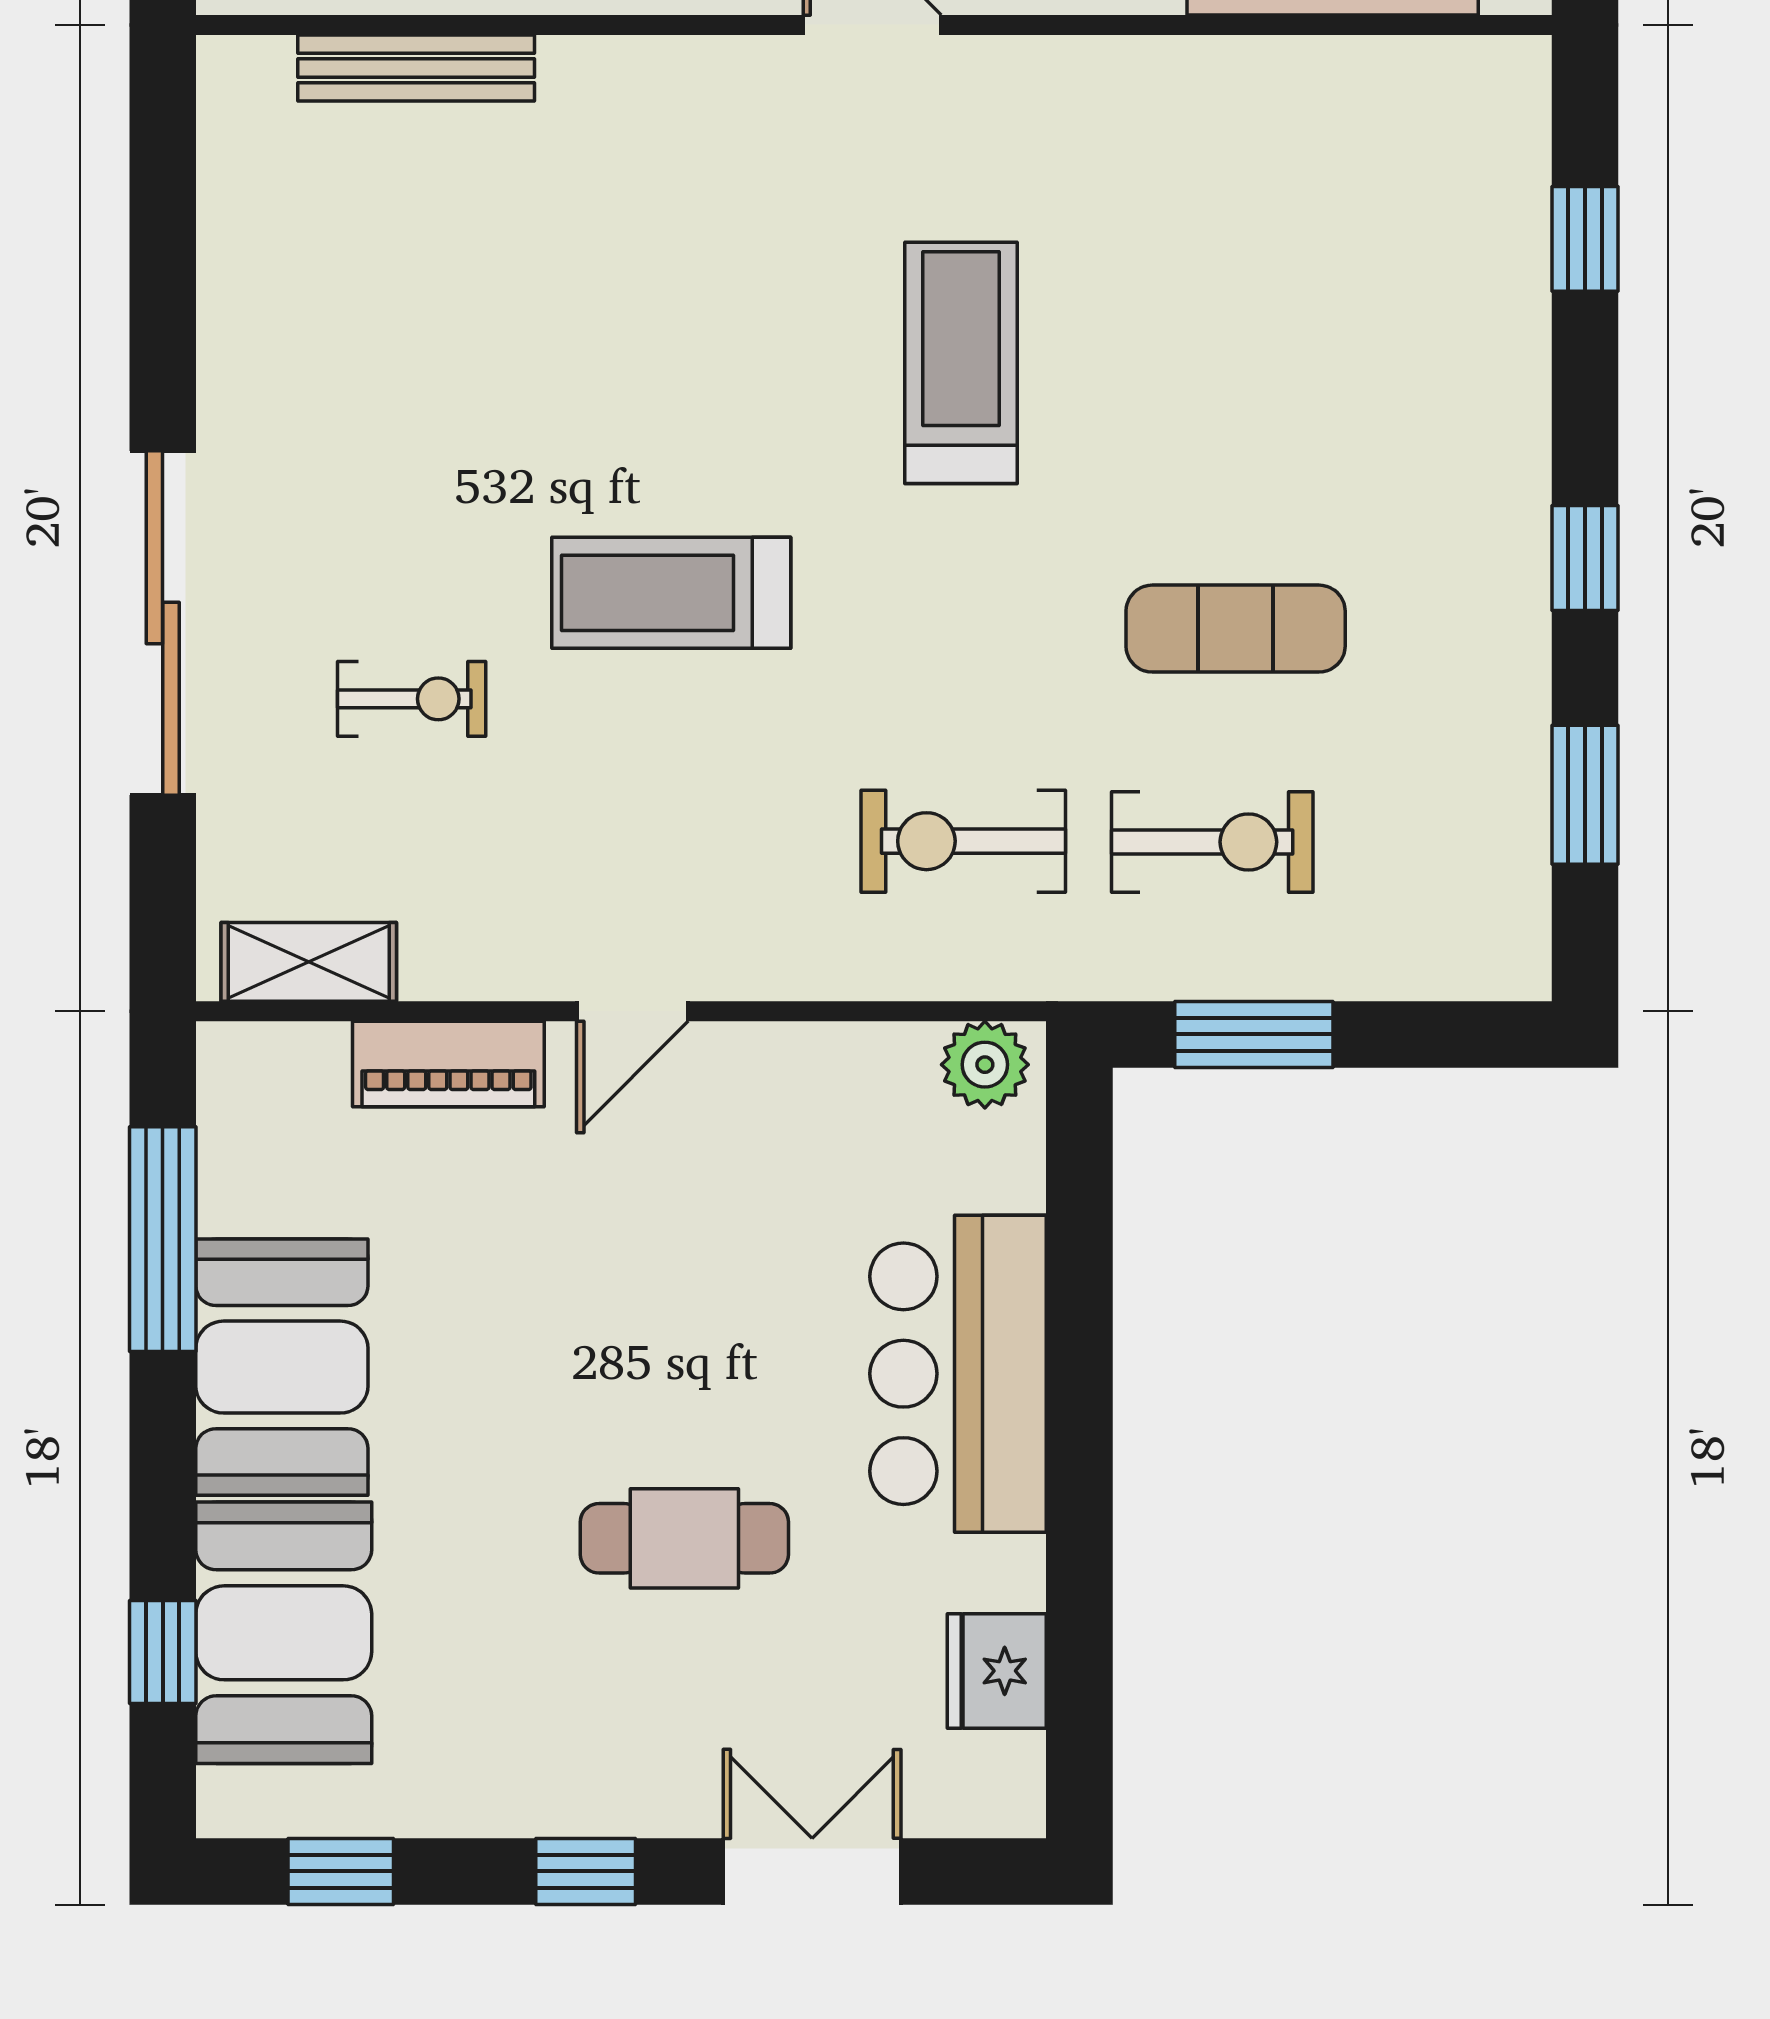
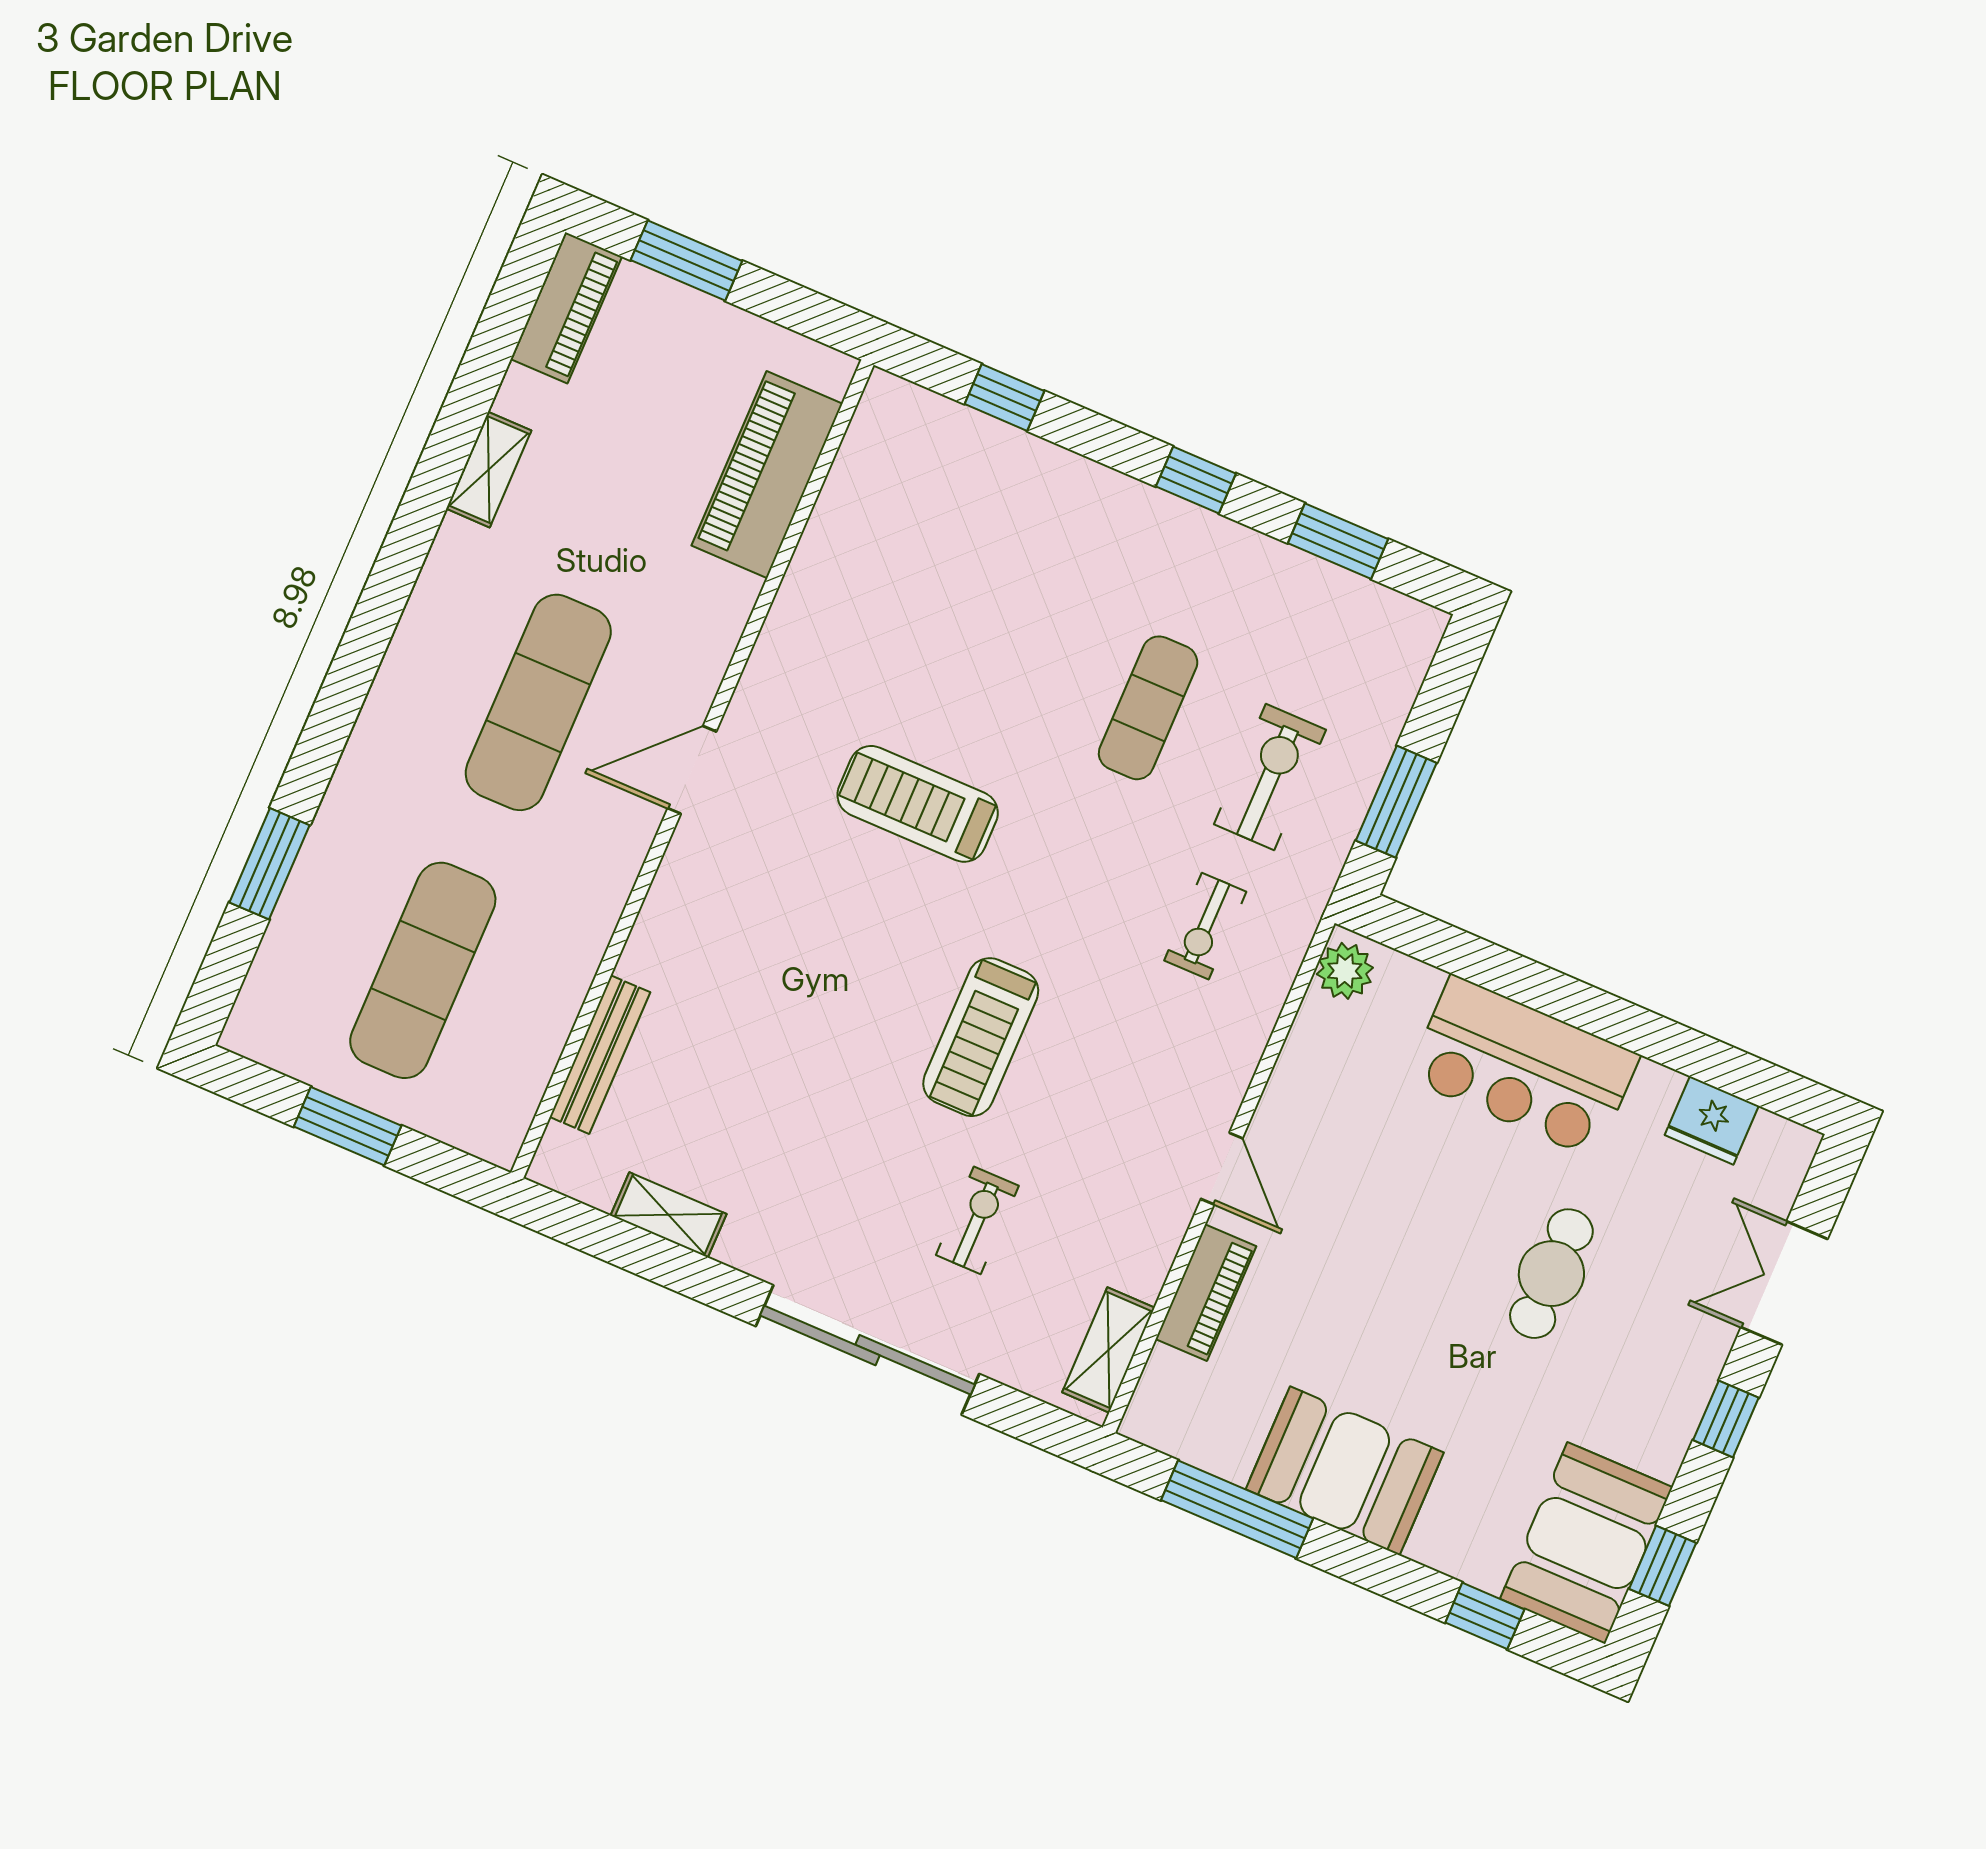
shelving: (232, 261) -> (669, 1215), added
exercise bike: (963, 841) -> (1205, 926), width x0.73, depth x0.72
booth: (284, 1633) -> (1586, 1543), moved, turned 90

